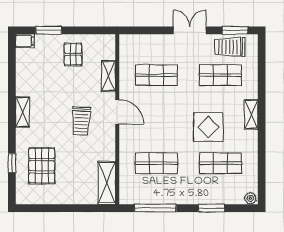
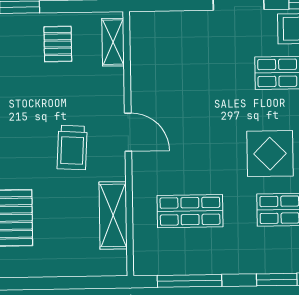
shop shelf: (156, 75) -> (188, 74), removed
shelving: (109, 76) -> (113, 42), moved
shelving: (107, 183) -> (113, 215), moved

